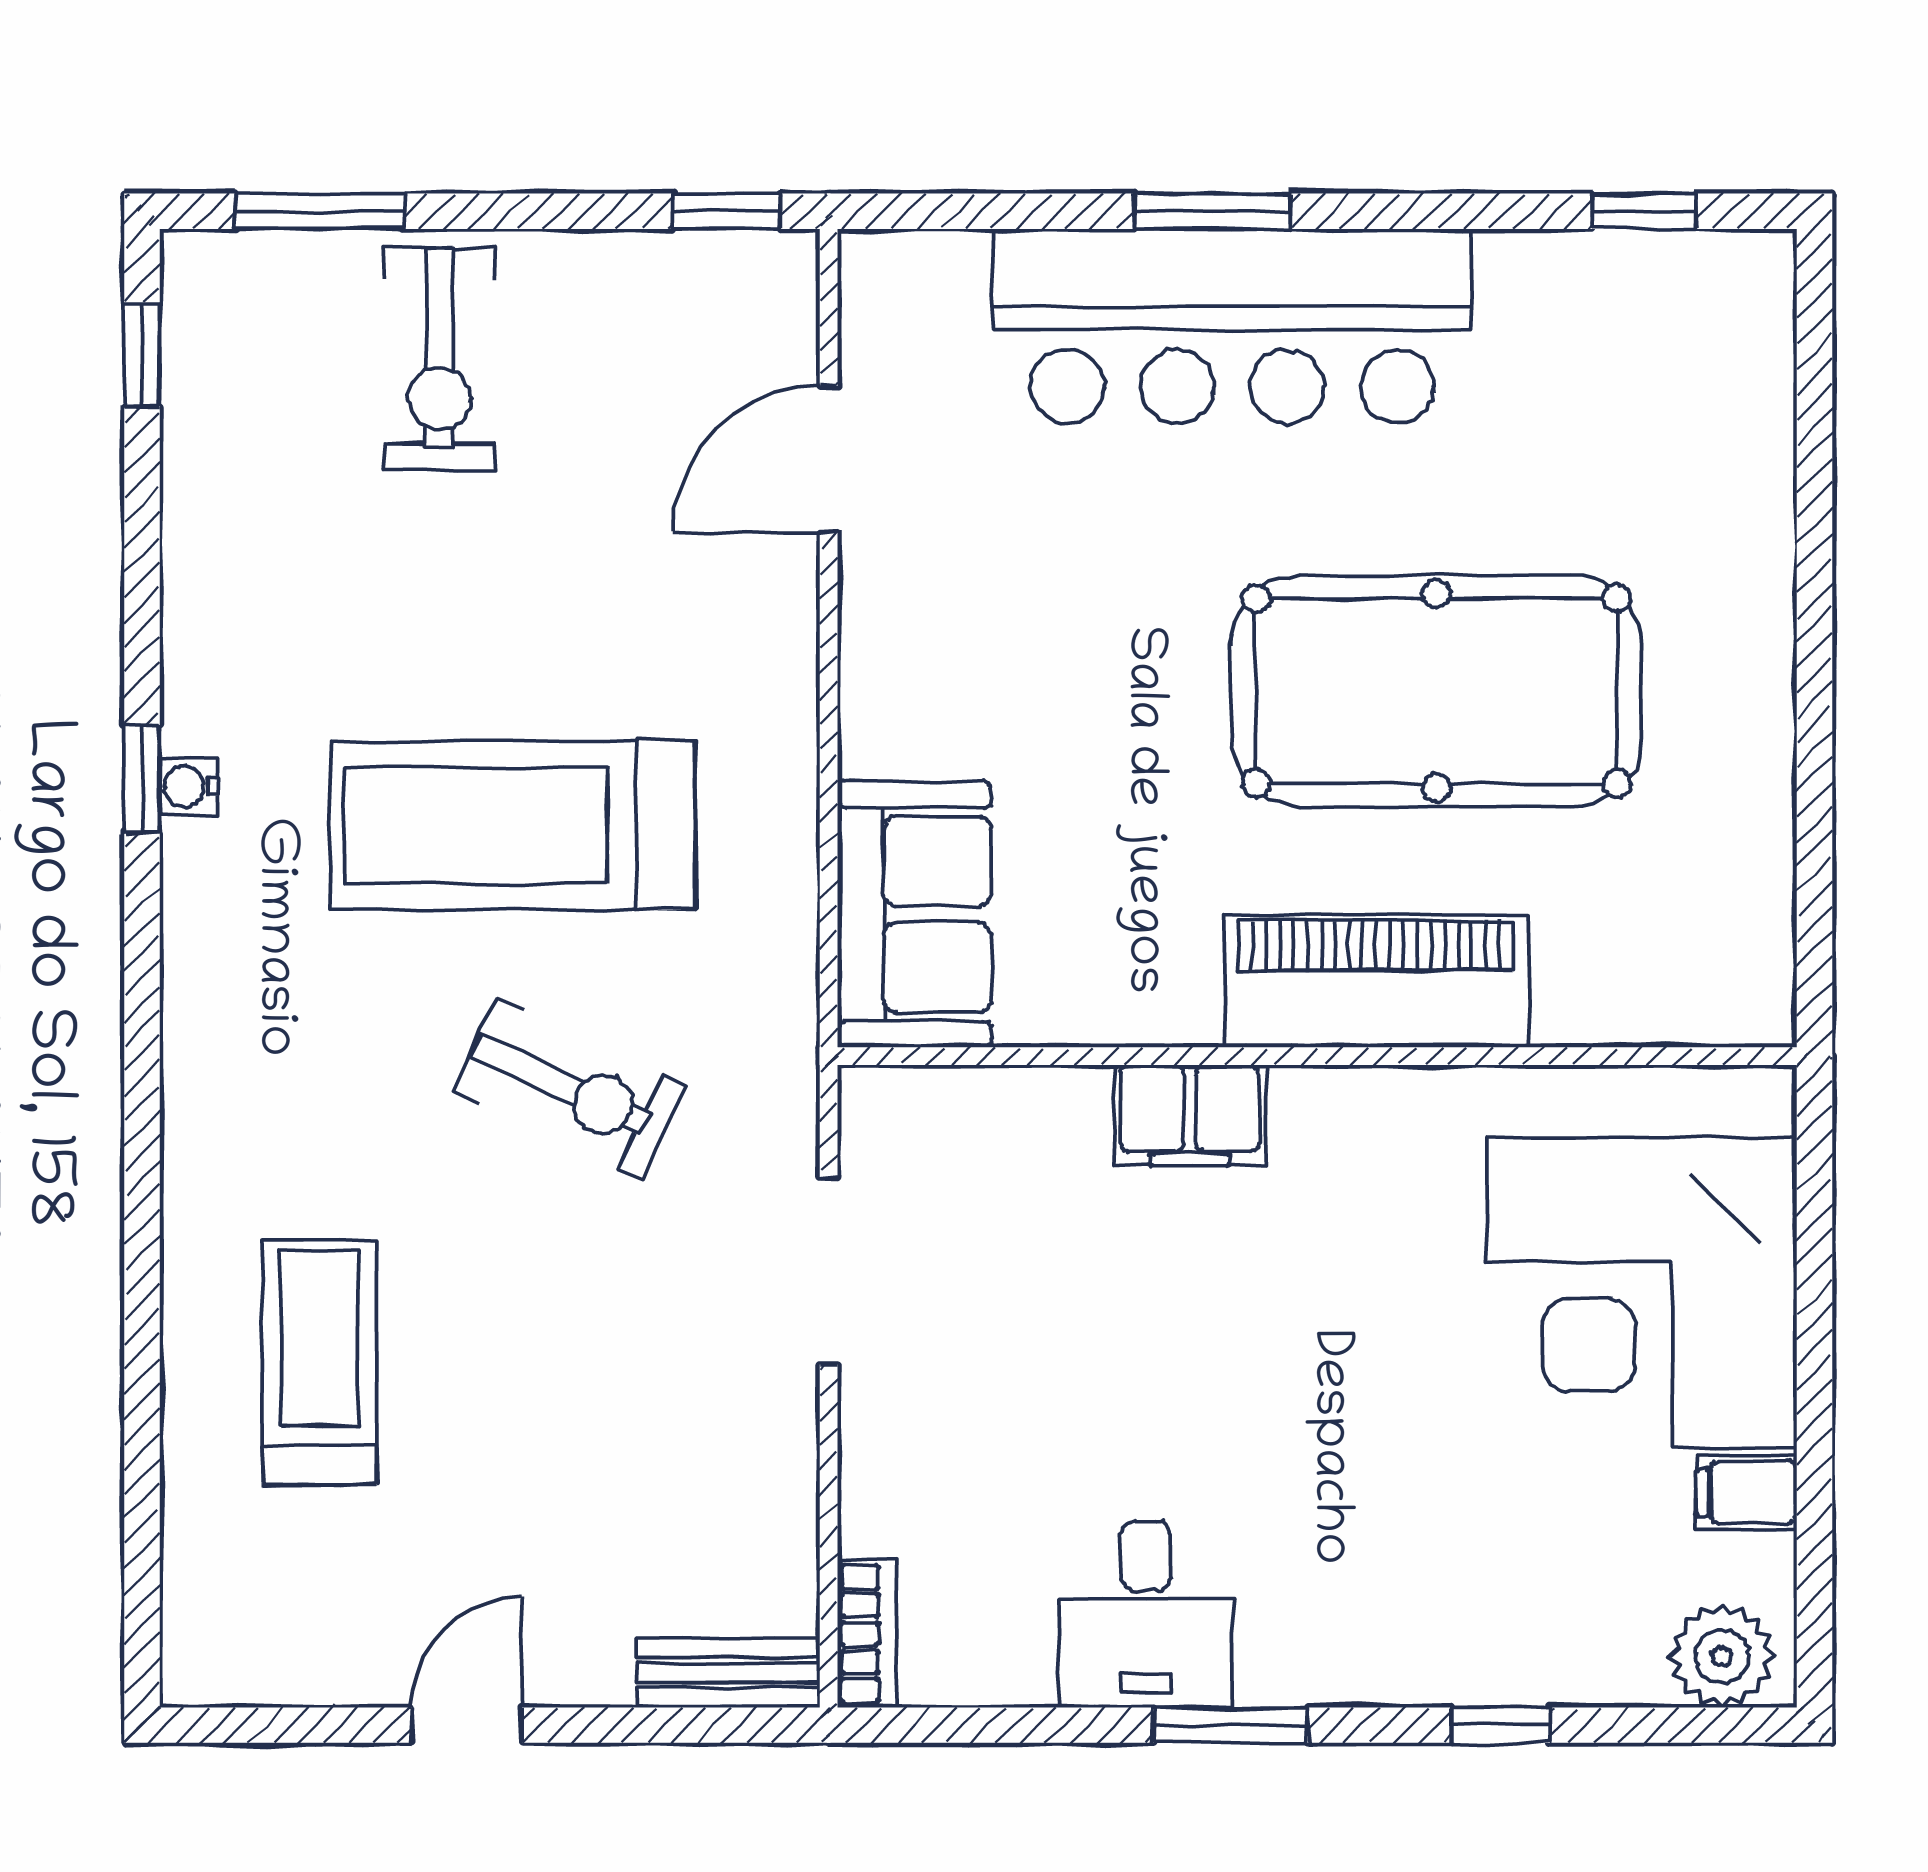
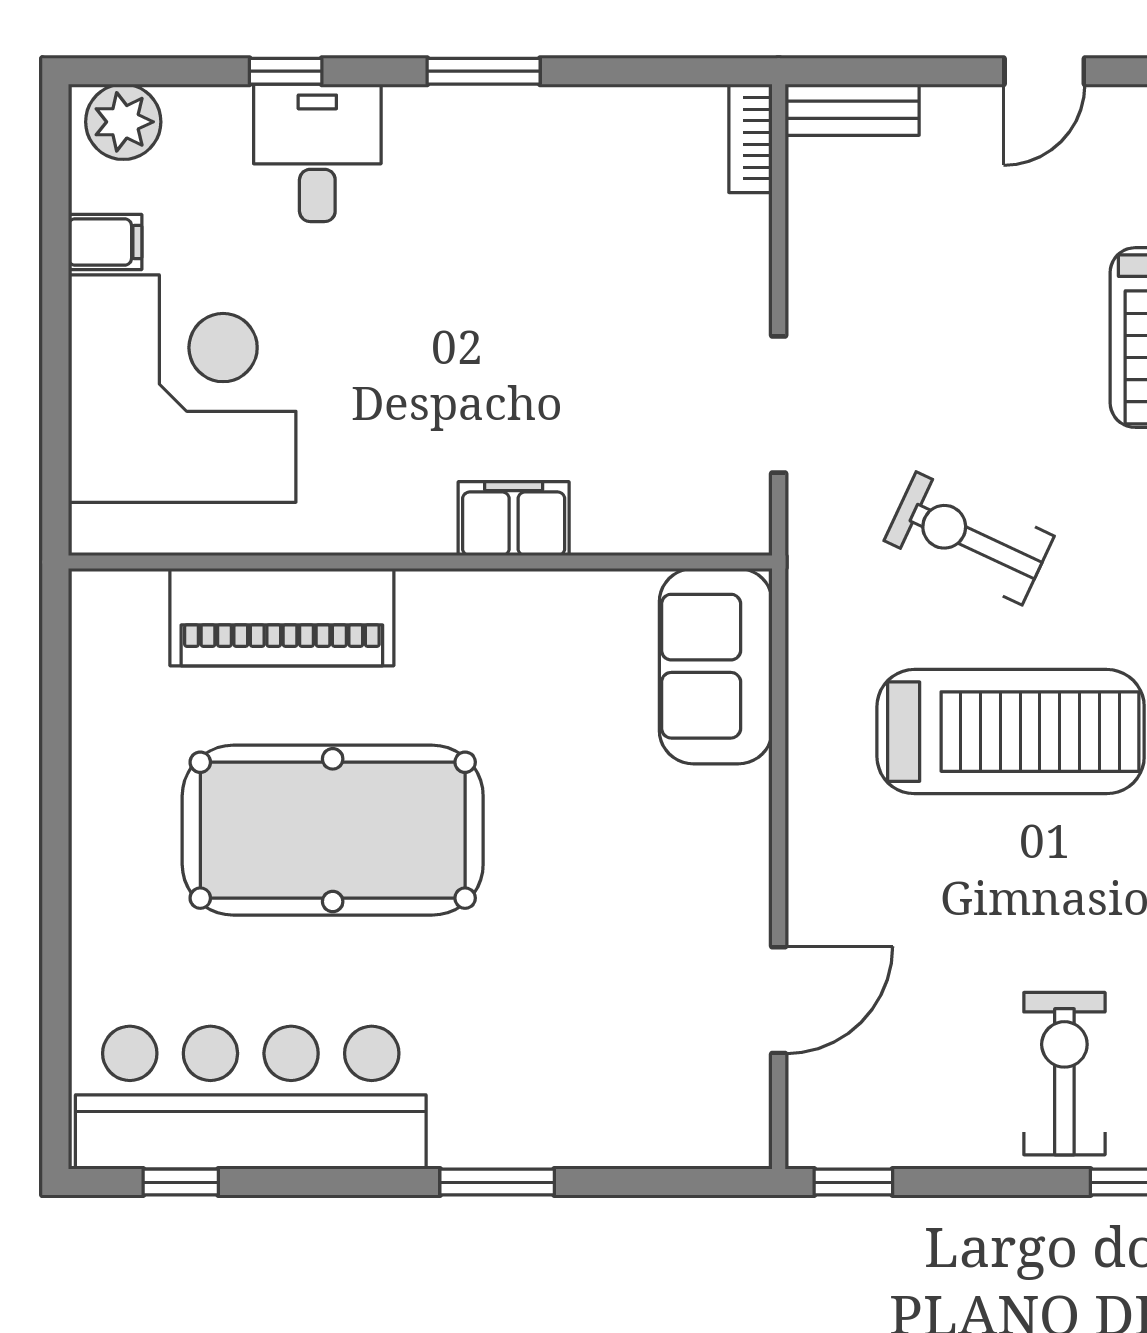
bar counter: (1232, 326) -> (251, 1098), moved
piano: (1376, 981) -> (282, 617), moved
desk: (1146, 1614) -> (317, 153), moved

